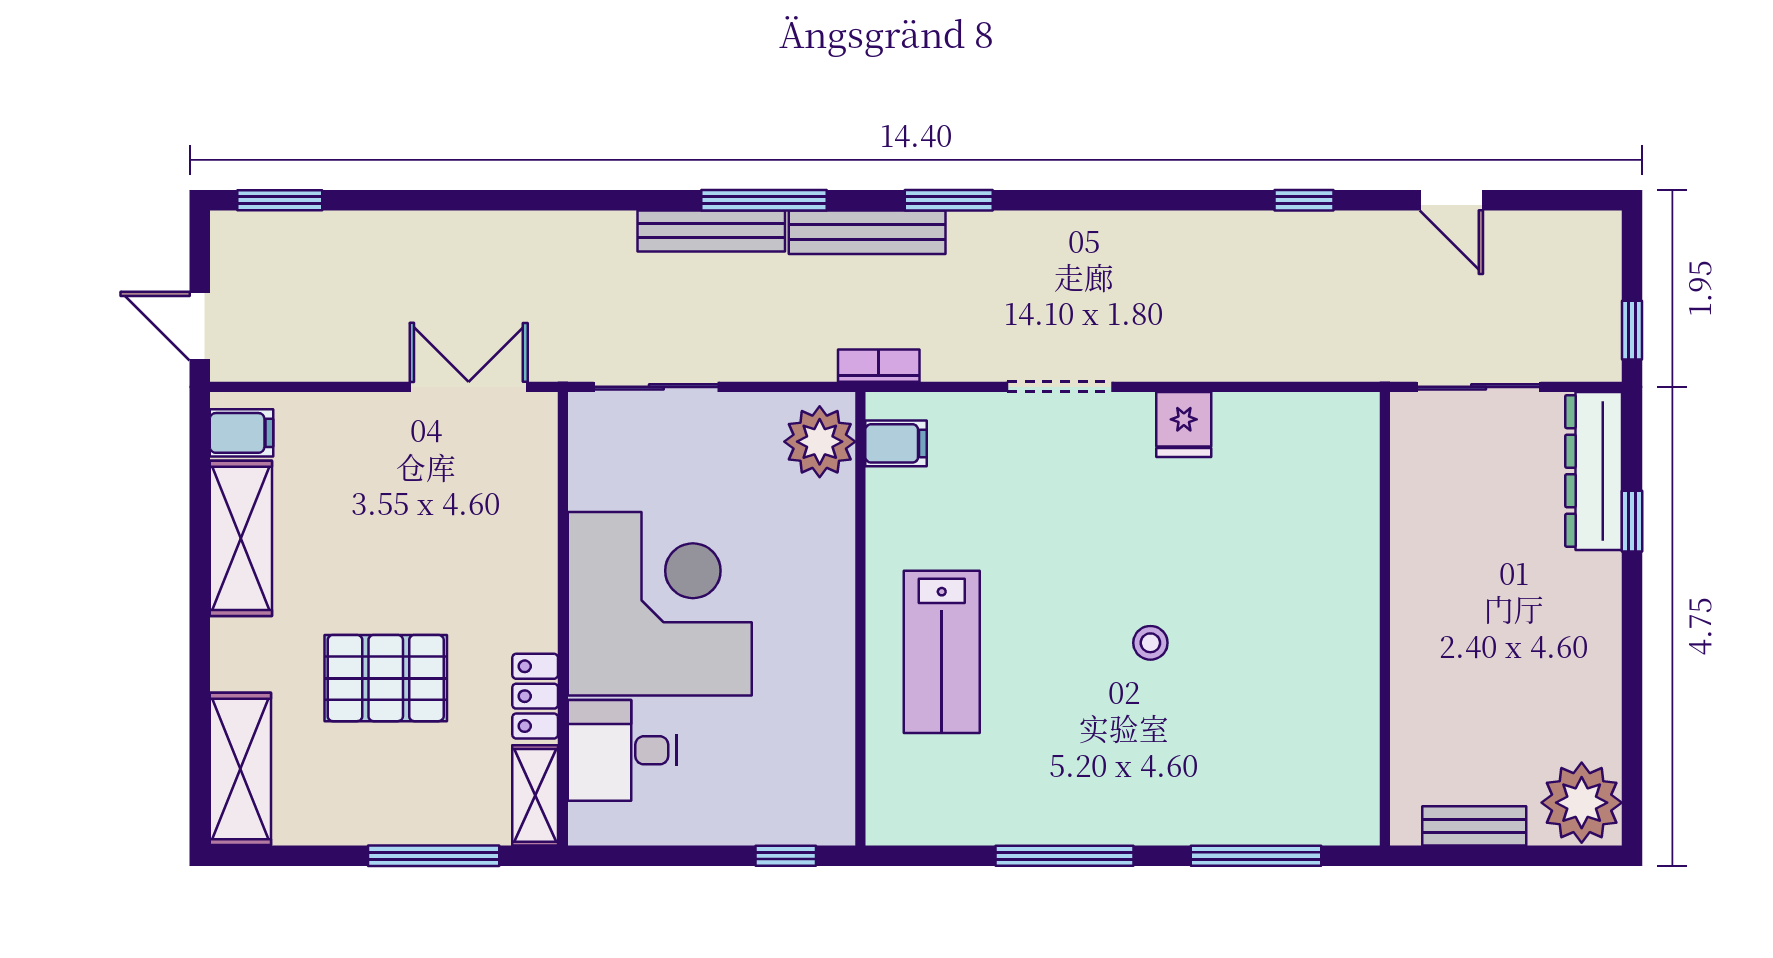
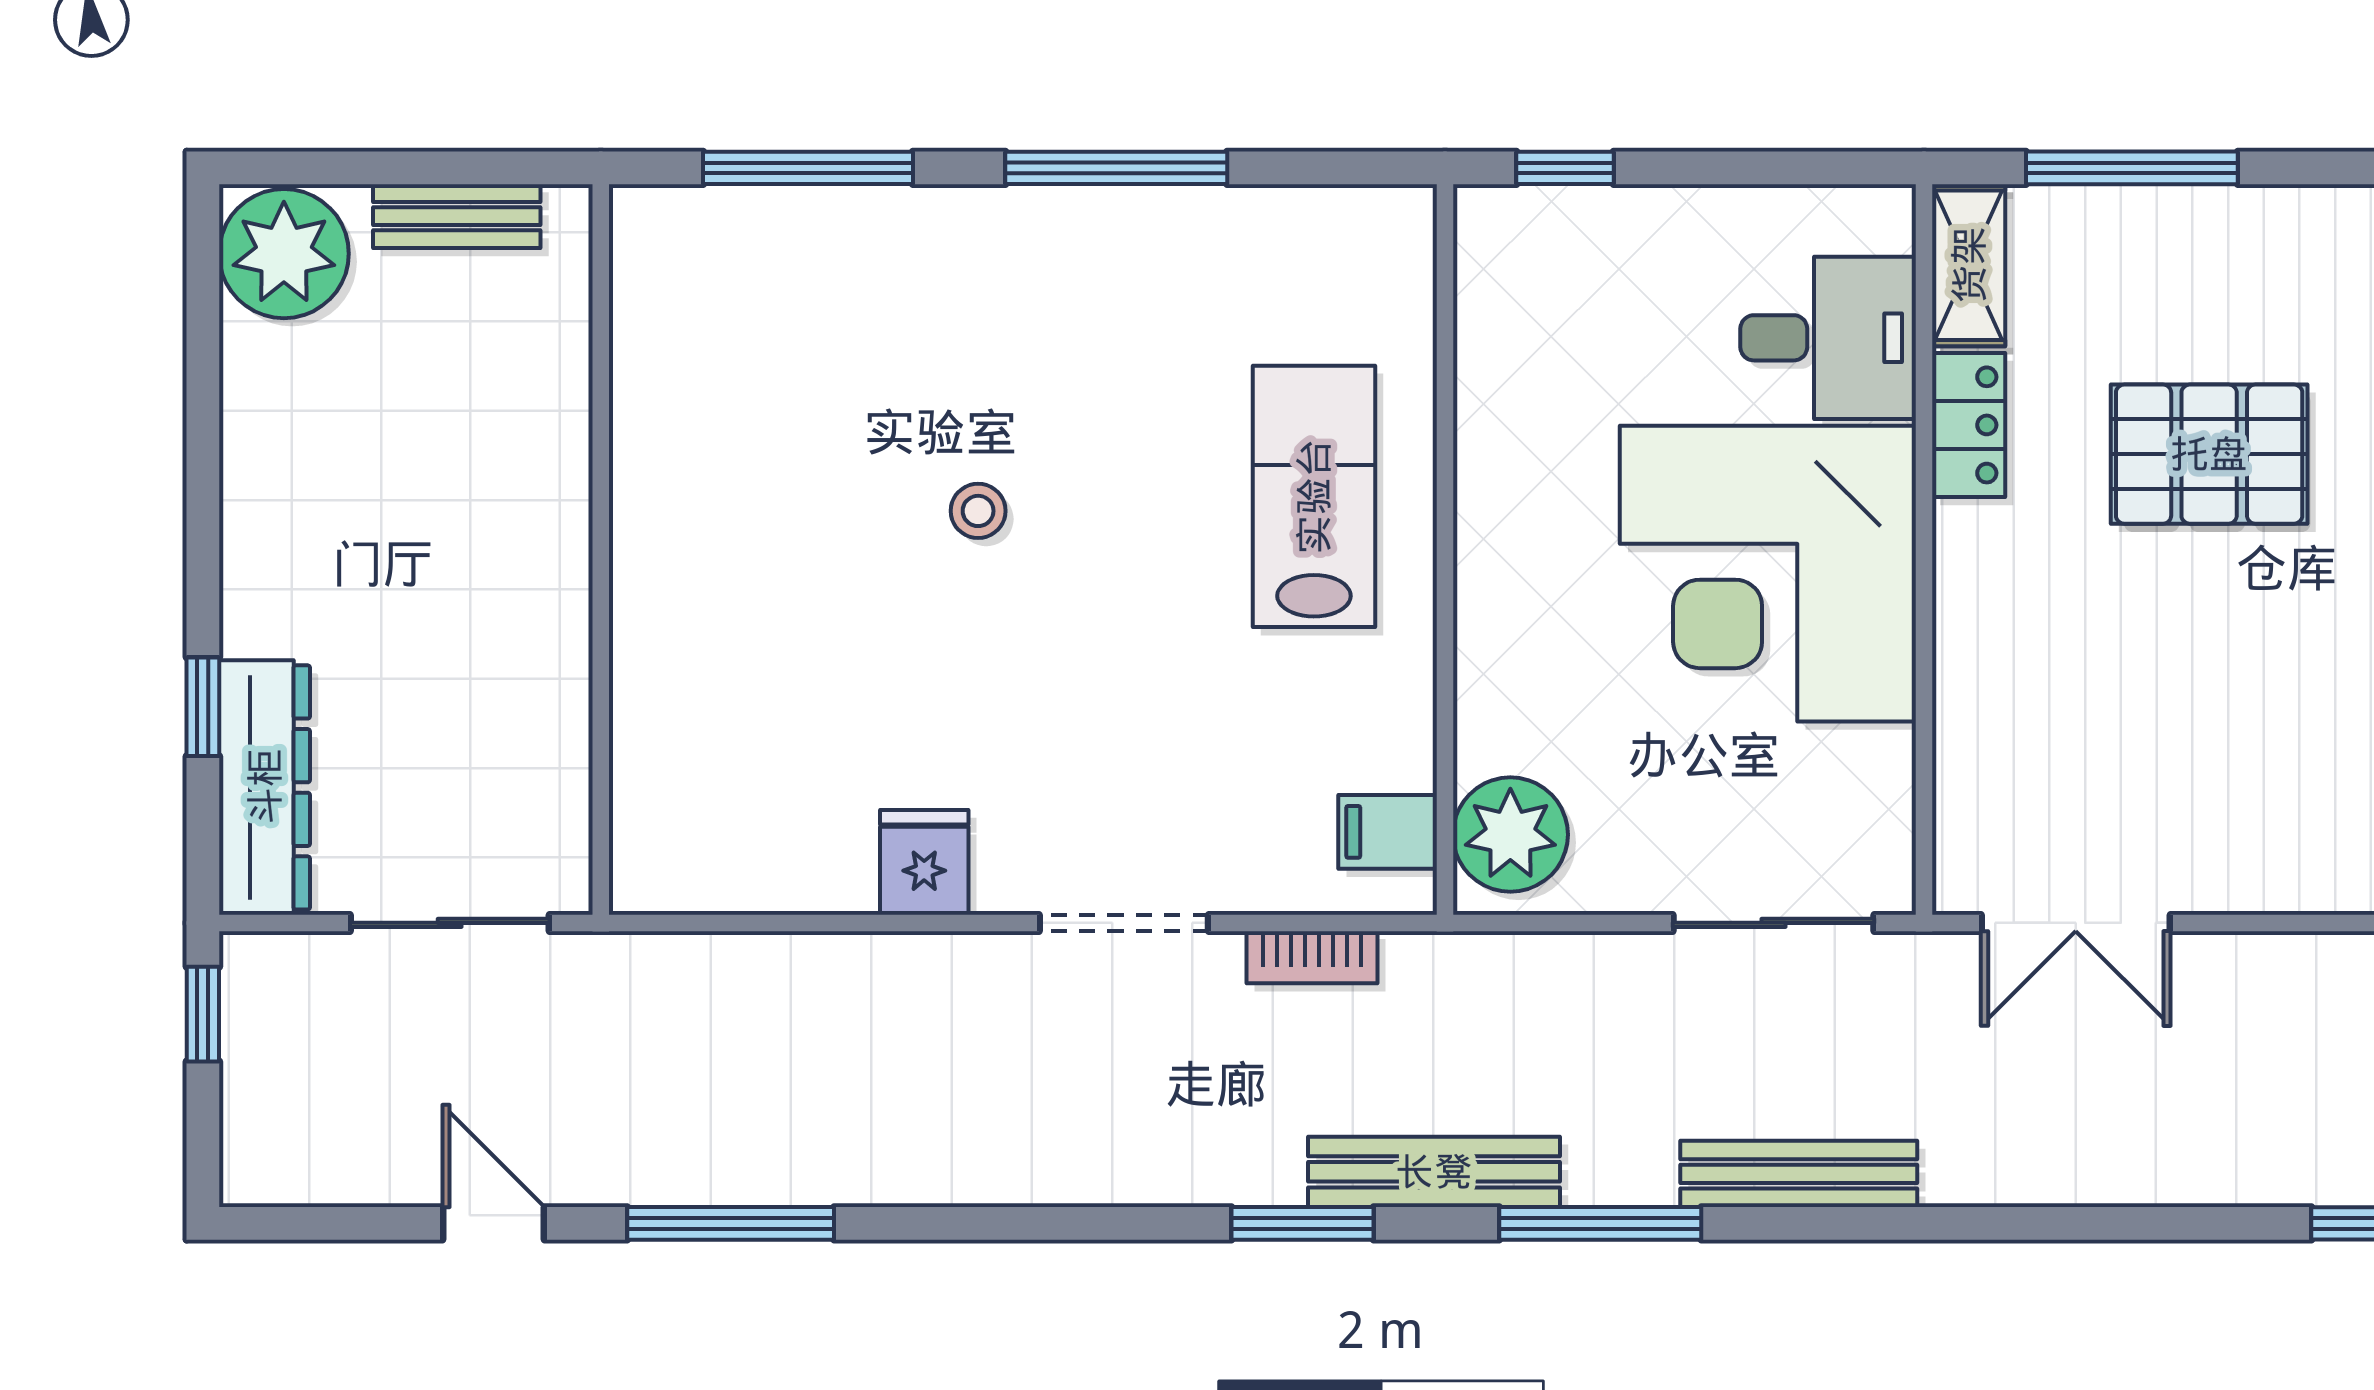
window: (1304, 200) -> (731, 1223), width x2.17
bench: (711, 231) -> (1799, 1174), moved
bookcase: (879, 366) -> (1312, 957), moved

